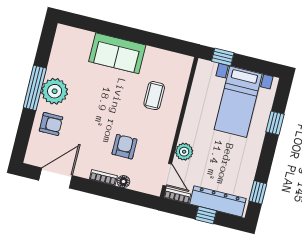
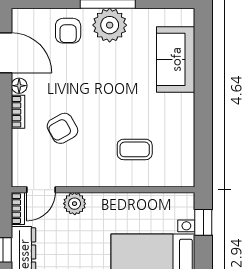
sofa: (117, 53) -> (176, 59), moved
armchair: (124, 147) -> (62, 128), turned 151
floor lamp: (123, 182) -> (19, 86), moved

